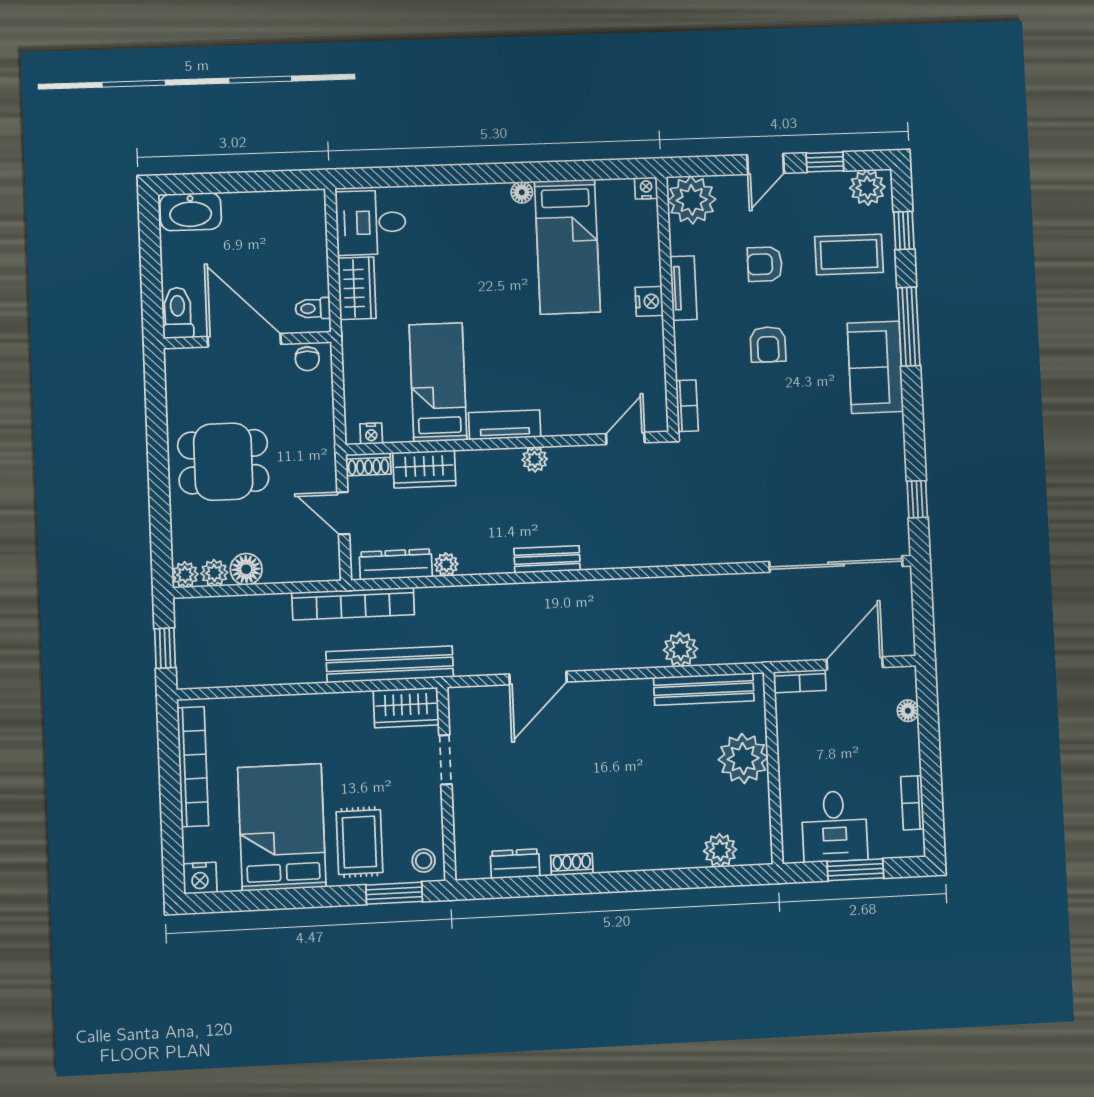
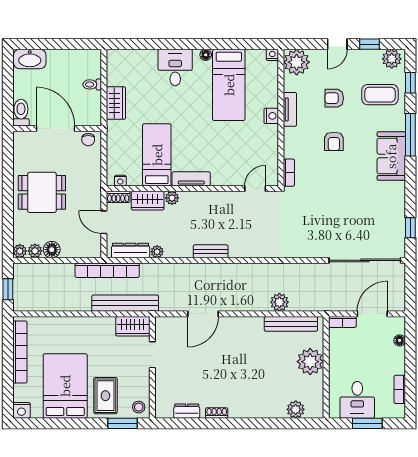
desk: (371, 223) -> (175, 68), moved, turned 90
toilet: (313, 308) -> (92, 84), moved
plant: (535, 459) -> (172, 198), moved

